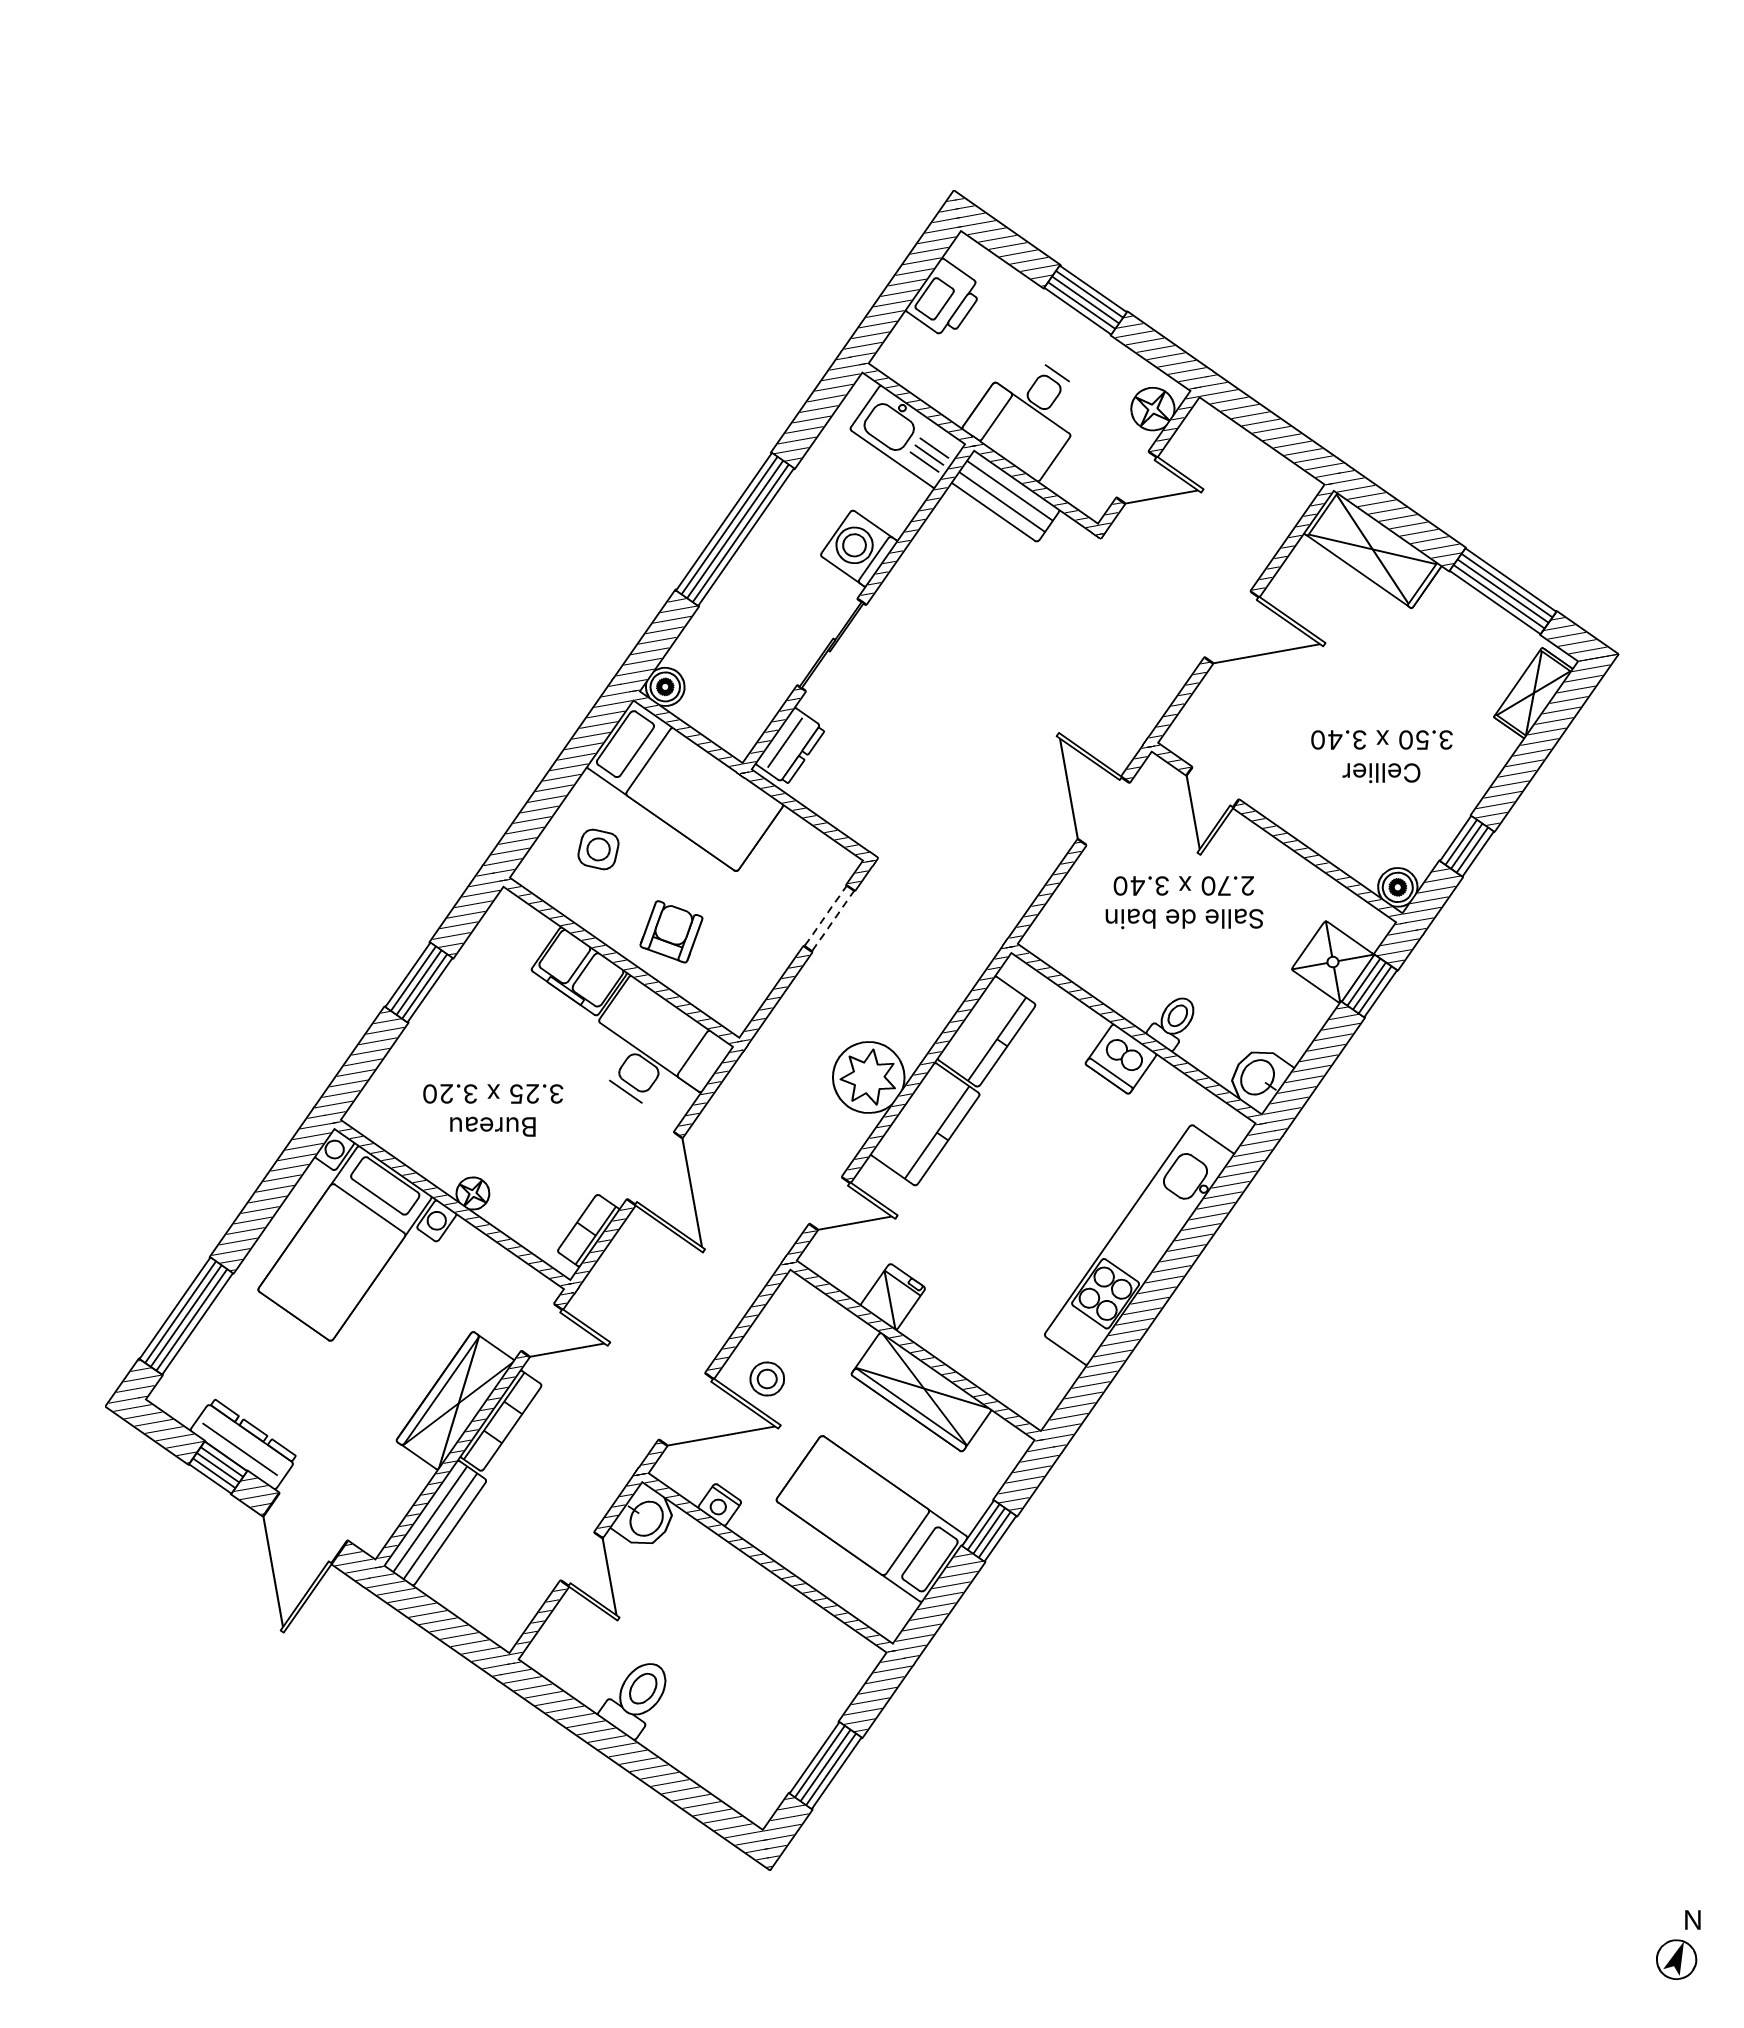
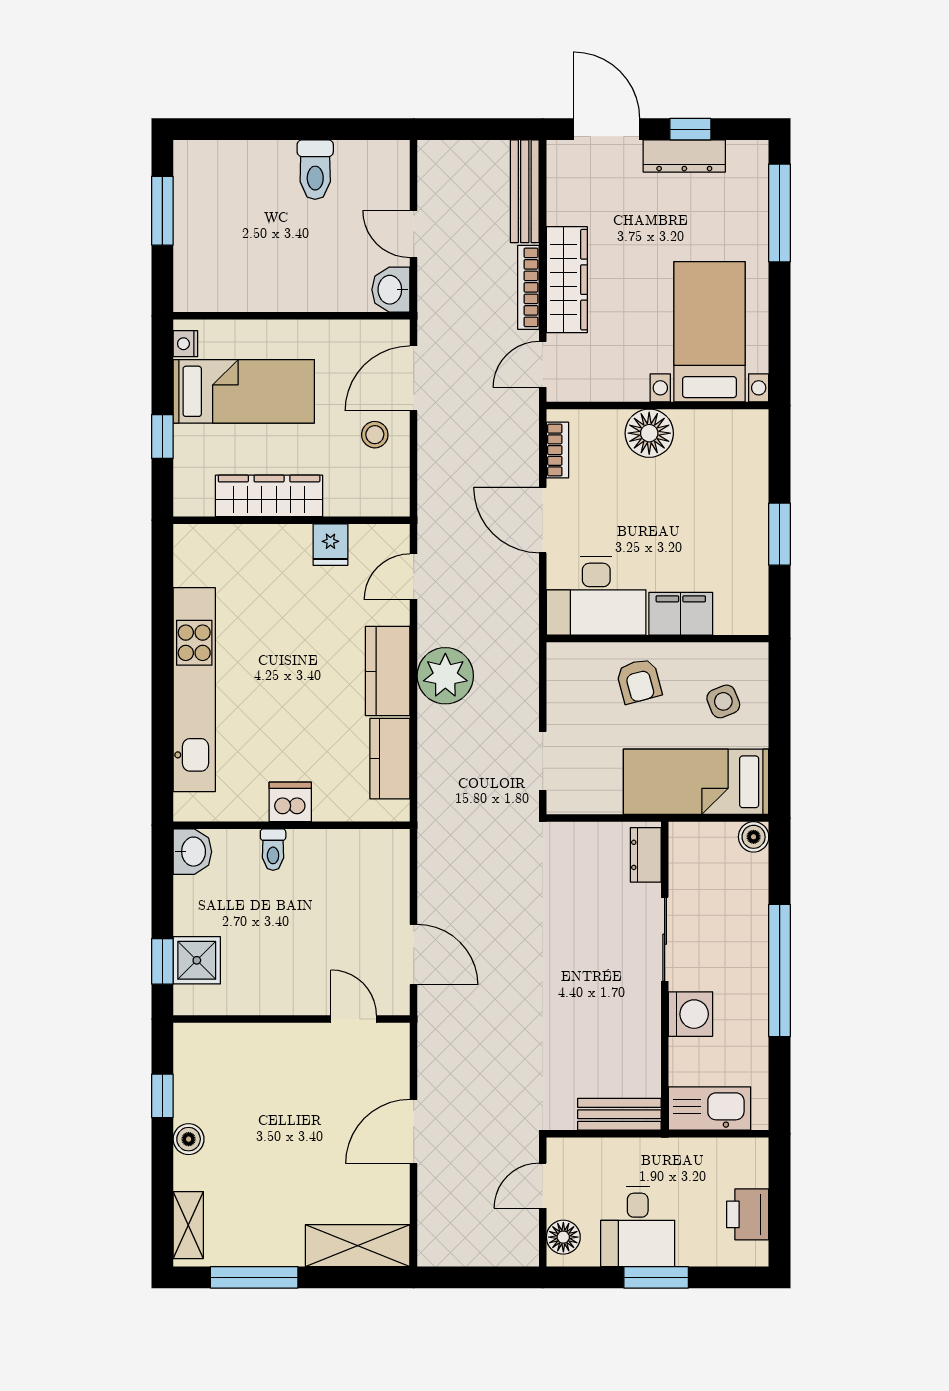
desk: (1029, 415) -> (638, 1227), moved, turned 180
boiler: (1398, 887) -> (189, 1139), moved
floor lamp: (473, 1193) -> (649, 433), width x1.89, depth x1.89
nightstand: (720, 1505) -> (185, 344), moved, turned -90

